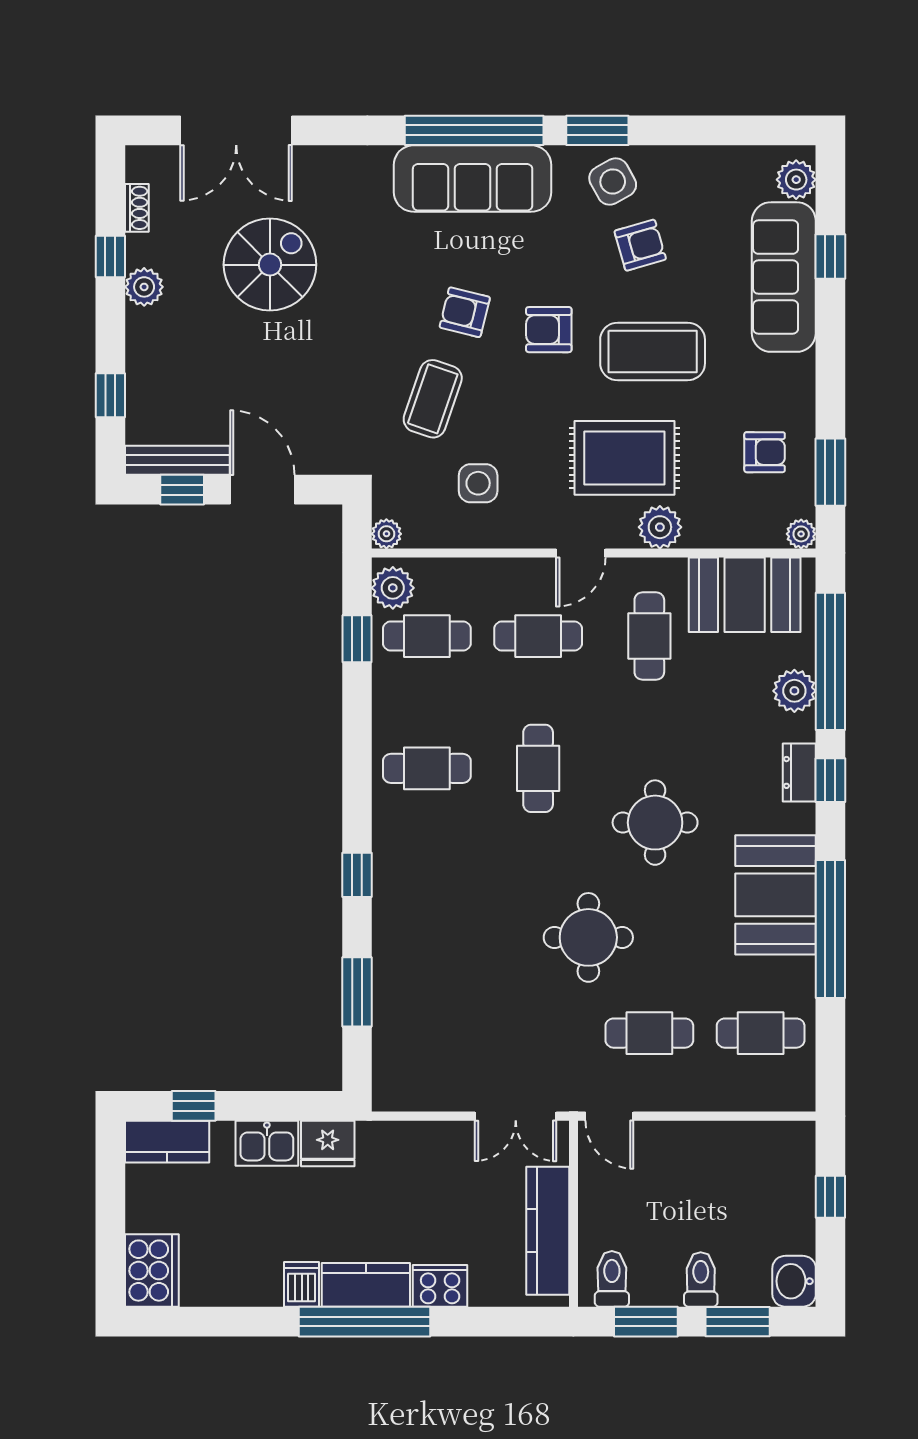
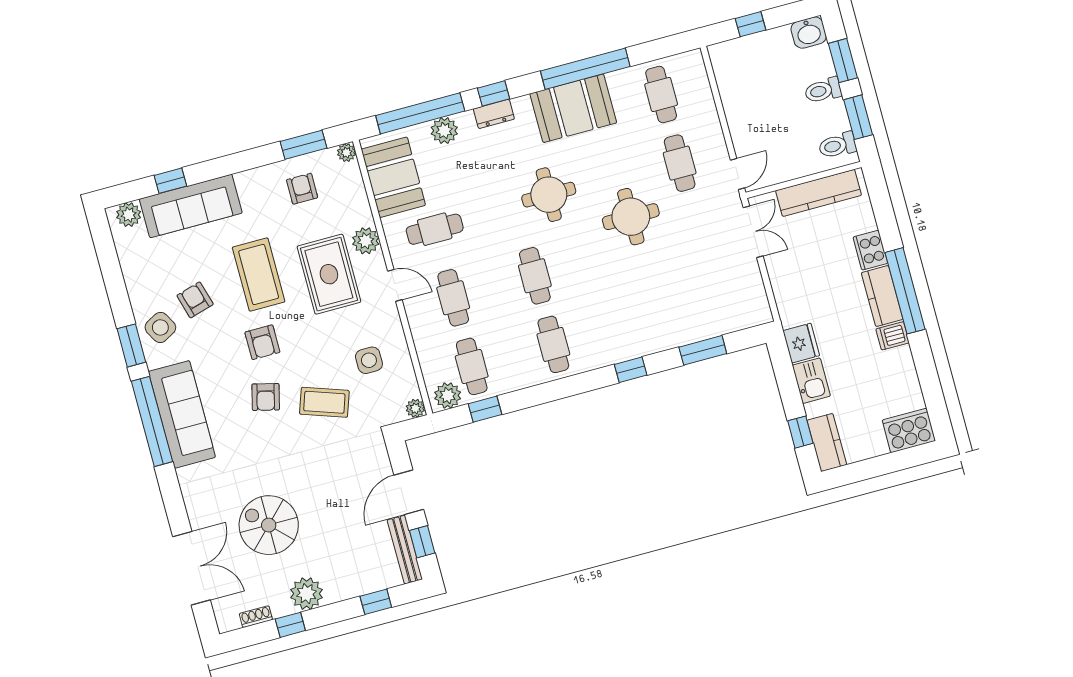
plant: (144, 287) -> (307, 594), width x1.36, depth x1.36
cafe table: (538, 768) -> (535, 276), turned 90

